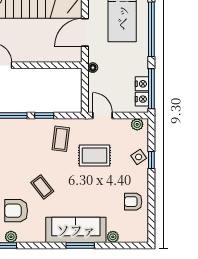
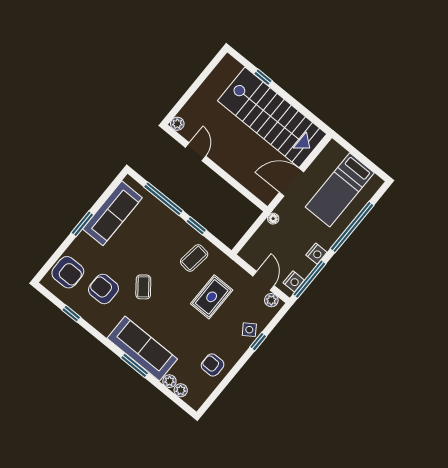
nightstand: (142, 84) -> (316, 254), moved
door: (102, 116) -> (264, 281), moved
rug: (94, 156) -> (212, 297), turned 90
plant: (11, 237) -> (181, 390), moved

